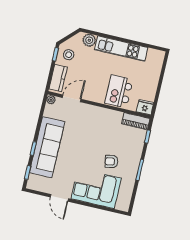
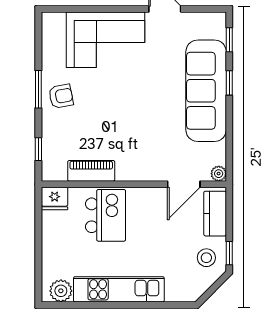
plant: (89, 40) -> (61, 291), moved
piano: (136, 121) -> (91, 171), moved
armchair: (112, 161) -> (61, 96), moved

